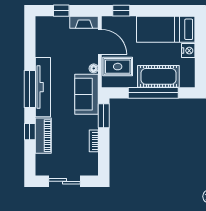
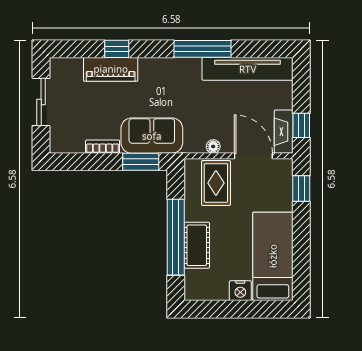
window: (61, 11) -> (301, 125), moved
door: (100, 42) -> (253, 156), swing flipped
cot: (158, 76) -> (197, 245), width x0.73, depth x0.75
tv unit: (43, 87) -> (248, 69), moved
window: (30, 89) -> (202, 49), moved
sofa: (87, 94) -> (152, 136), moved

